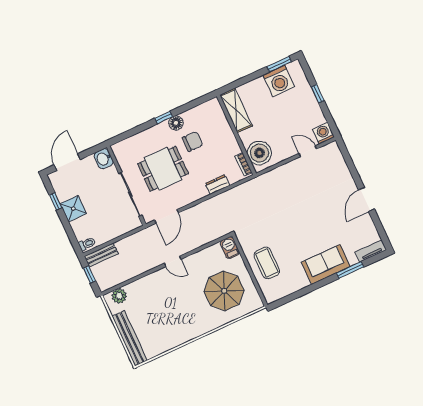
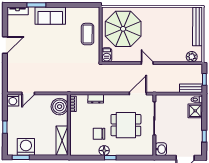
door: (308, 151) -> (28, 93), hinge flipped
shower: (73, 209) -> (195, 111), moved
parasol: (224, 291) -> (123, 29), width x1.36, depth x1.36

